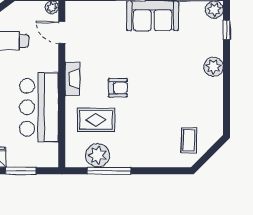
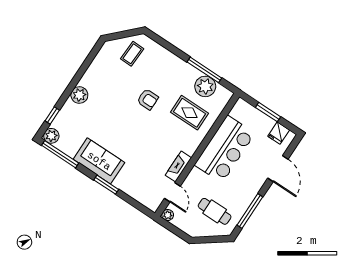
fireplace: (72, 79) -> (178, 167), moved
armchair: (118, 88) -> (148, 99), moved, turned 180

